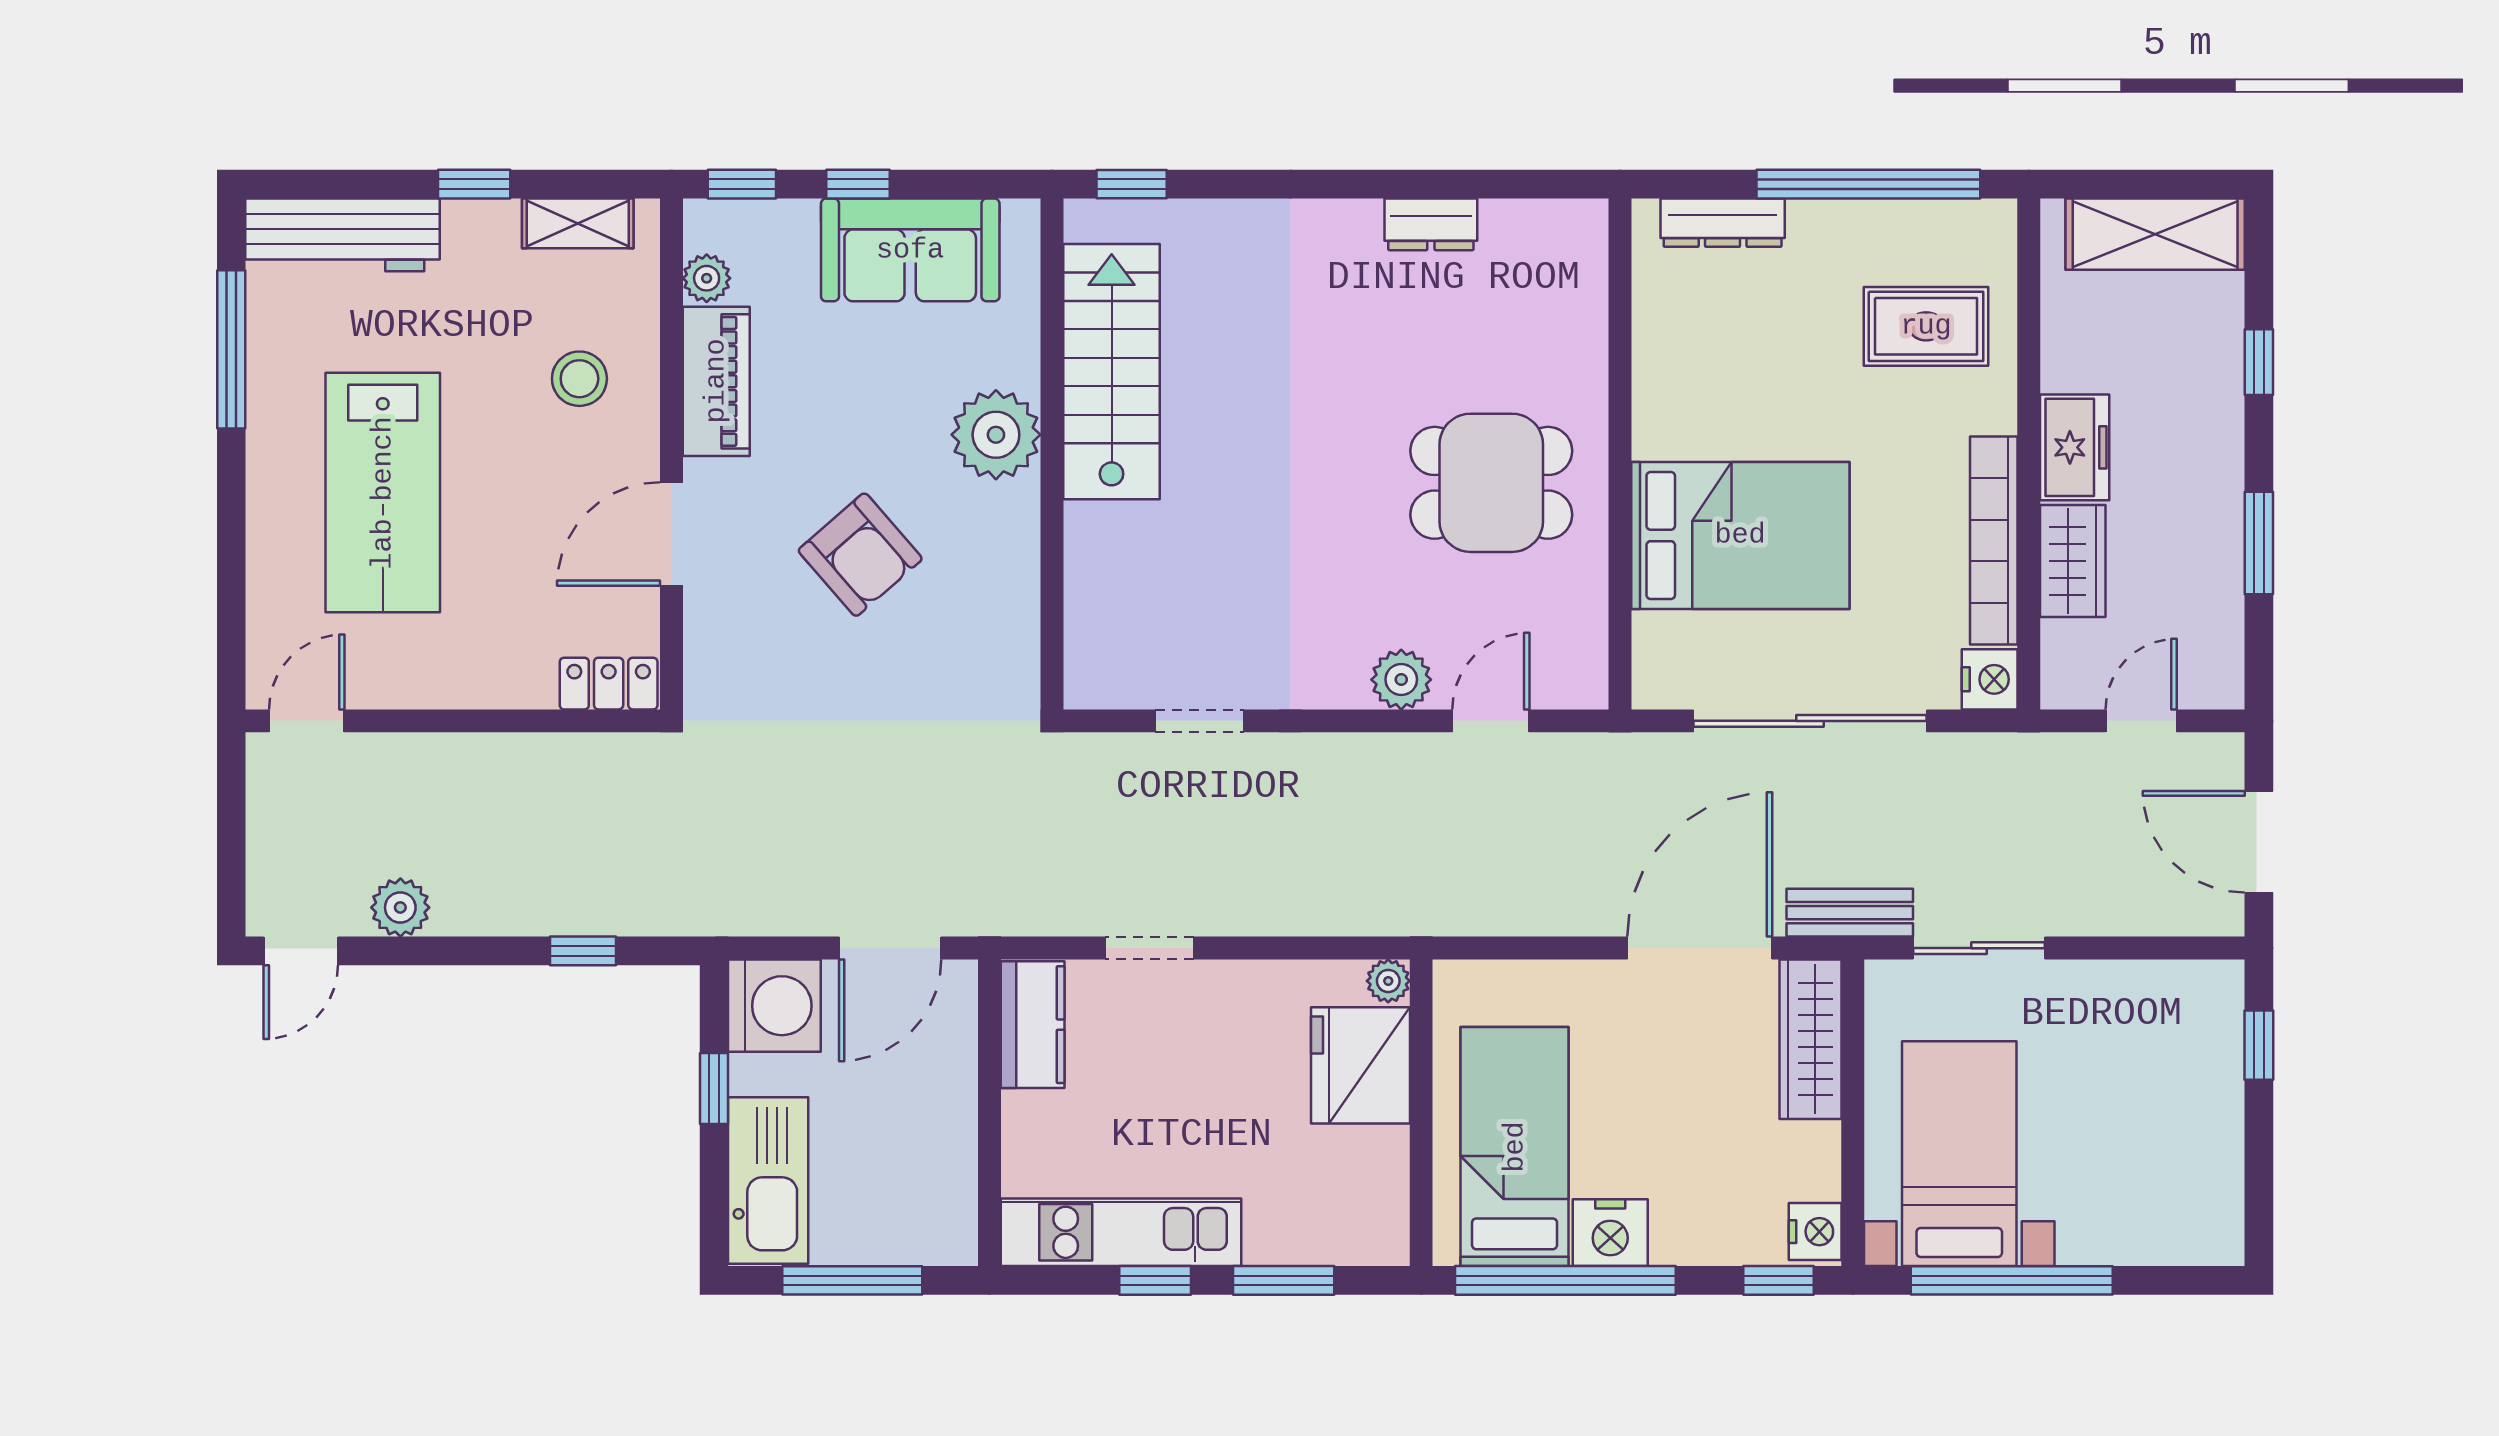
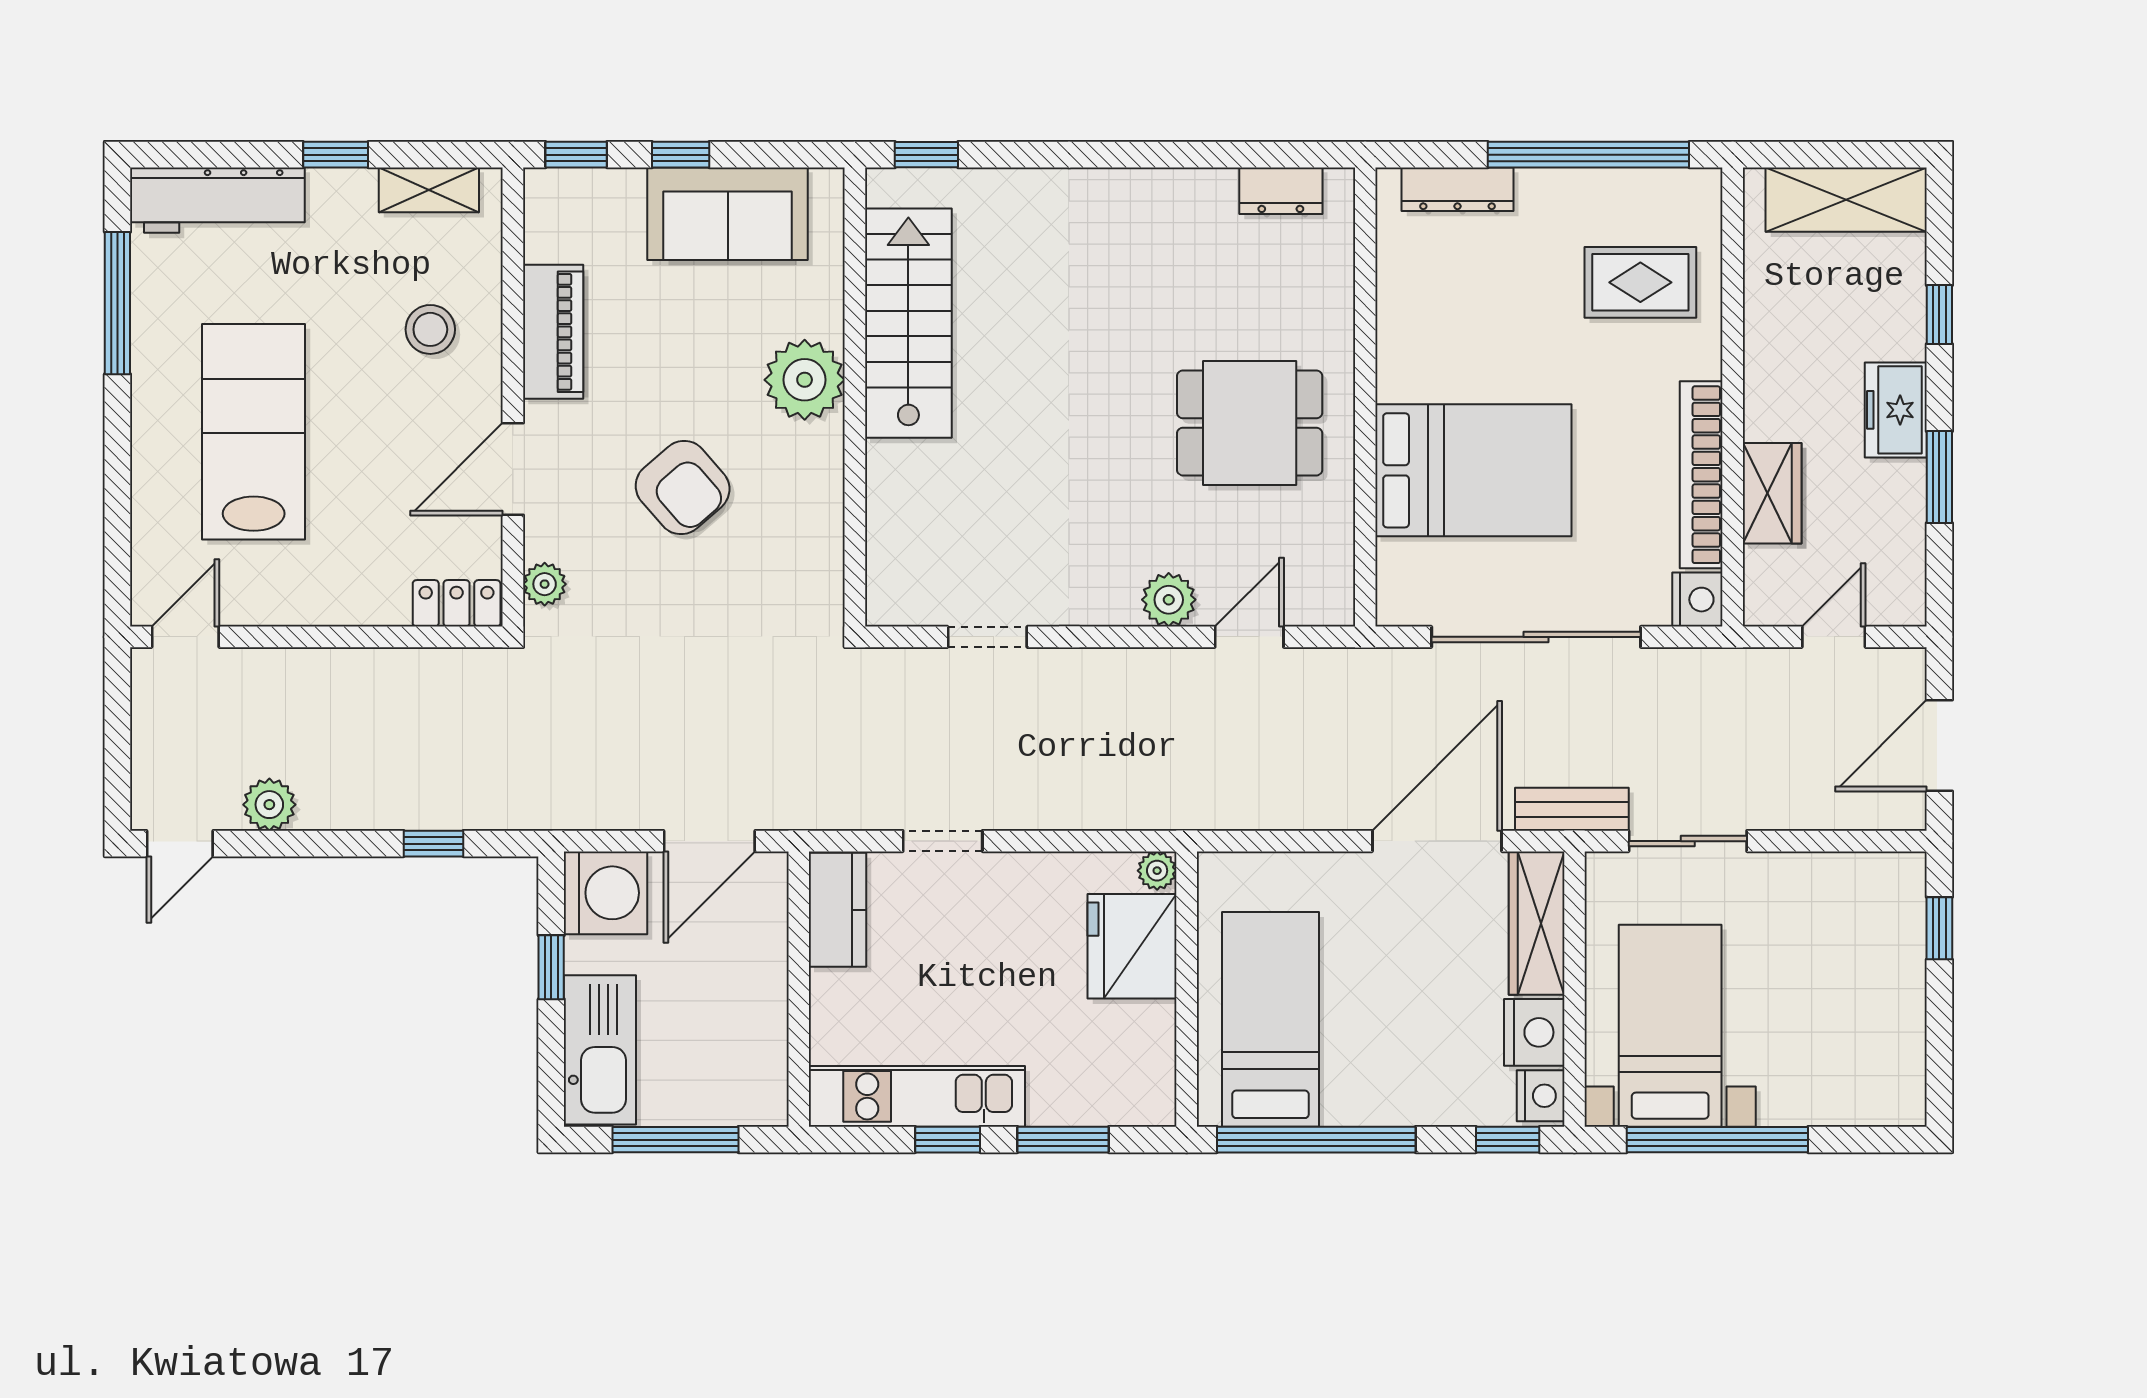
dresser: (1431, 224) -> (1281, 191), moved
plant: (707, 278) -> (545, 584), moved
freezer: (2075, 447) -> (1896, 410), moved, turned 180
lab bench: (383, 493) -> (254, 432), turned 180
door: (2259, 842) -> (1939, 745), hinge flipped
nightstand: (1610, 1233) -> (1534, 1032), moved, turned -90

